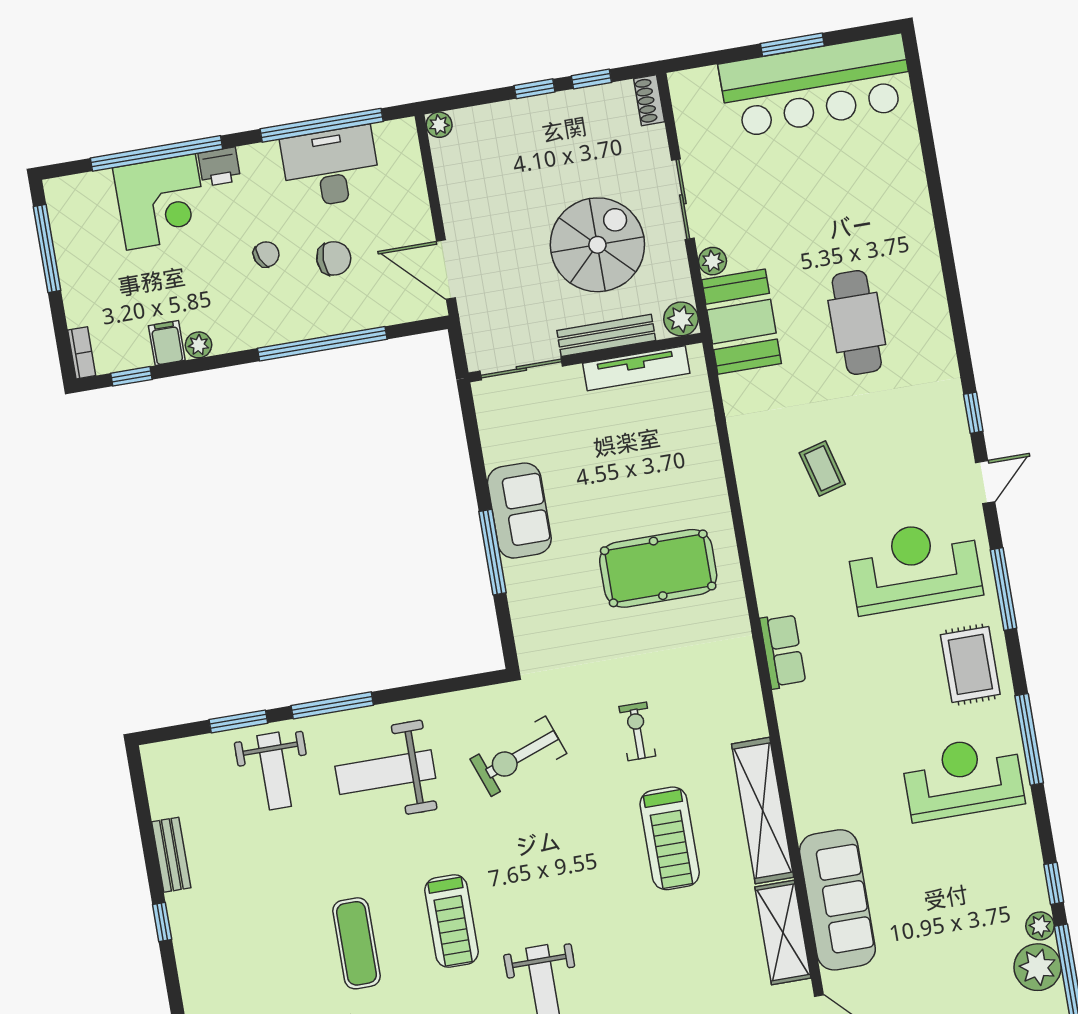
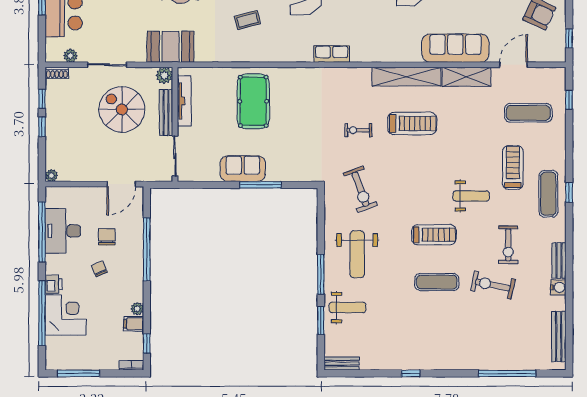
plant: (712, 261) -> (70, 56), moved
pool table: (658, 568) -> (253, 101), moved
bench: (171, 855) -> (341, 364), moved

